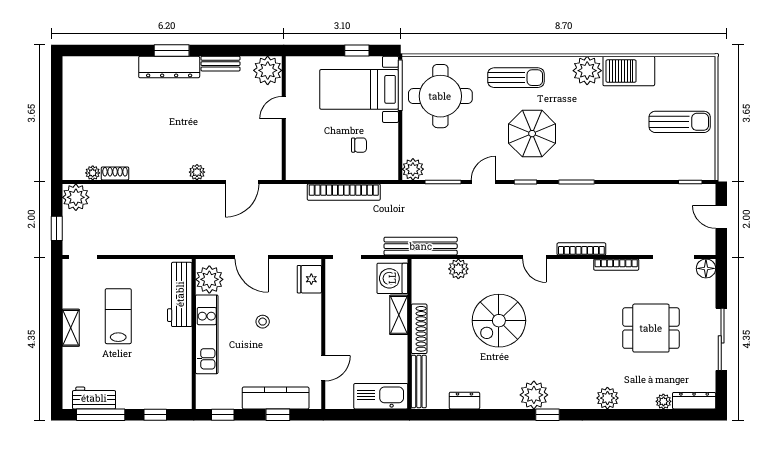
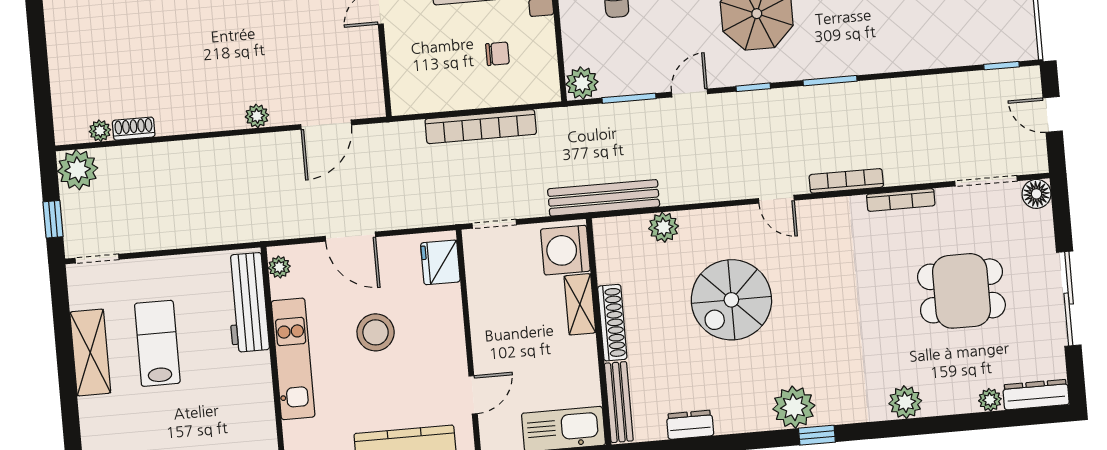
plant: (209, 279) -> (279, 267), width x0.53, depth x0.53
stool: (263, 322) -> (376, 332), width x1.89, depth x1.89
shelving: (71, 328) -> (90, 353), width x1.50, depth x1.33

